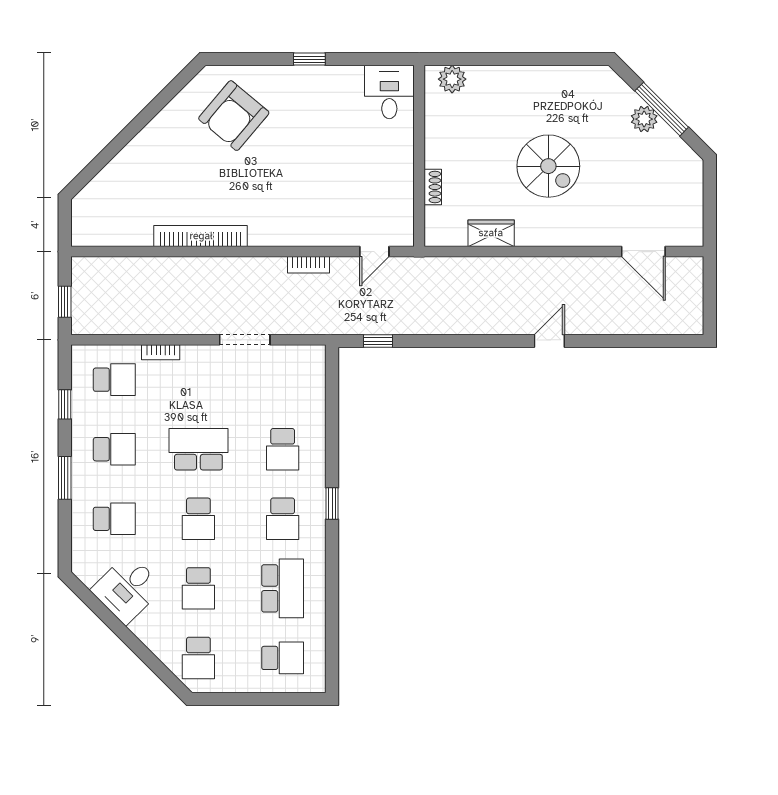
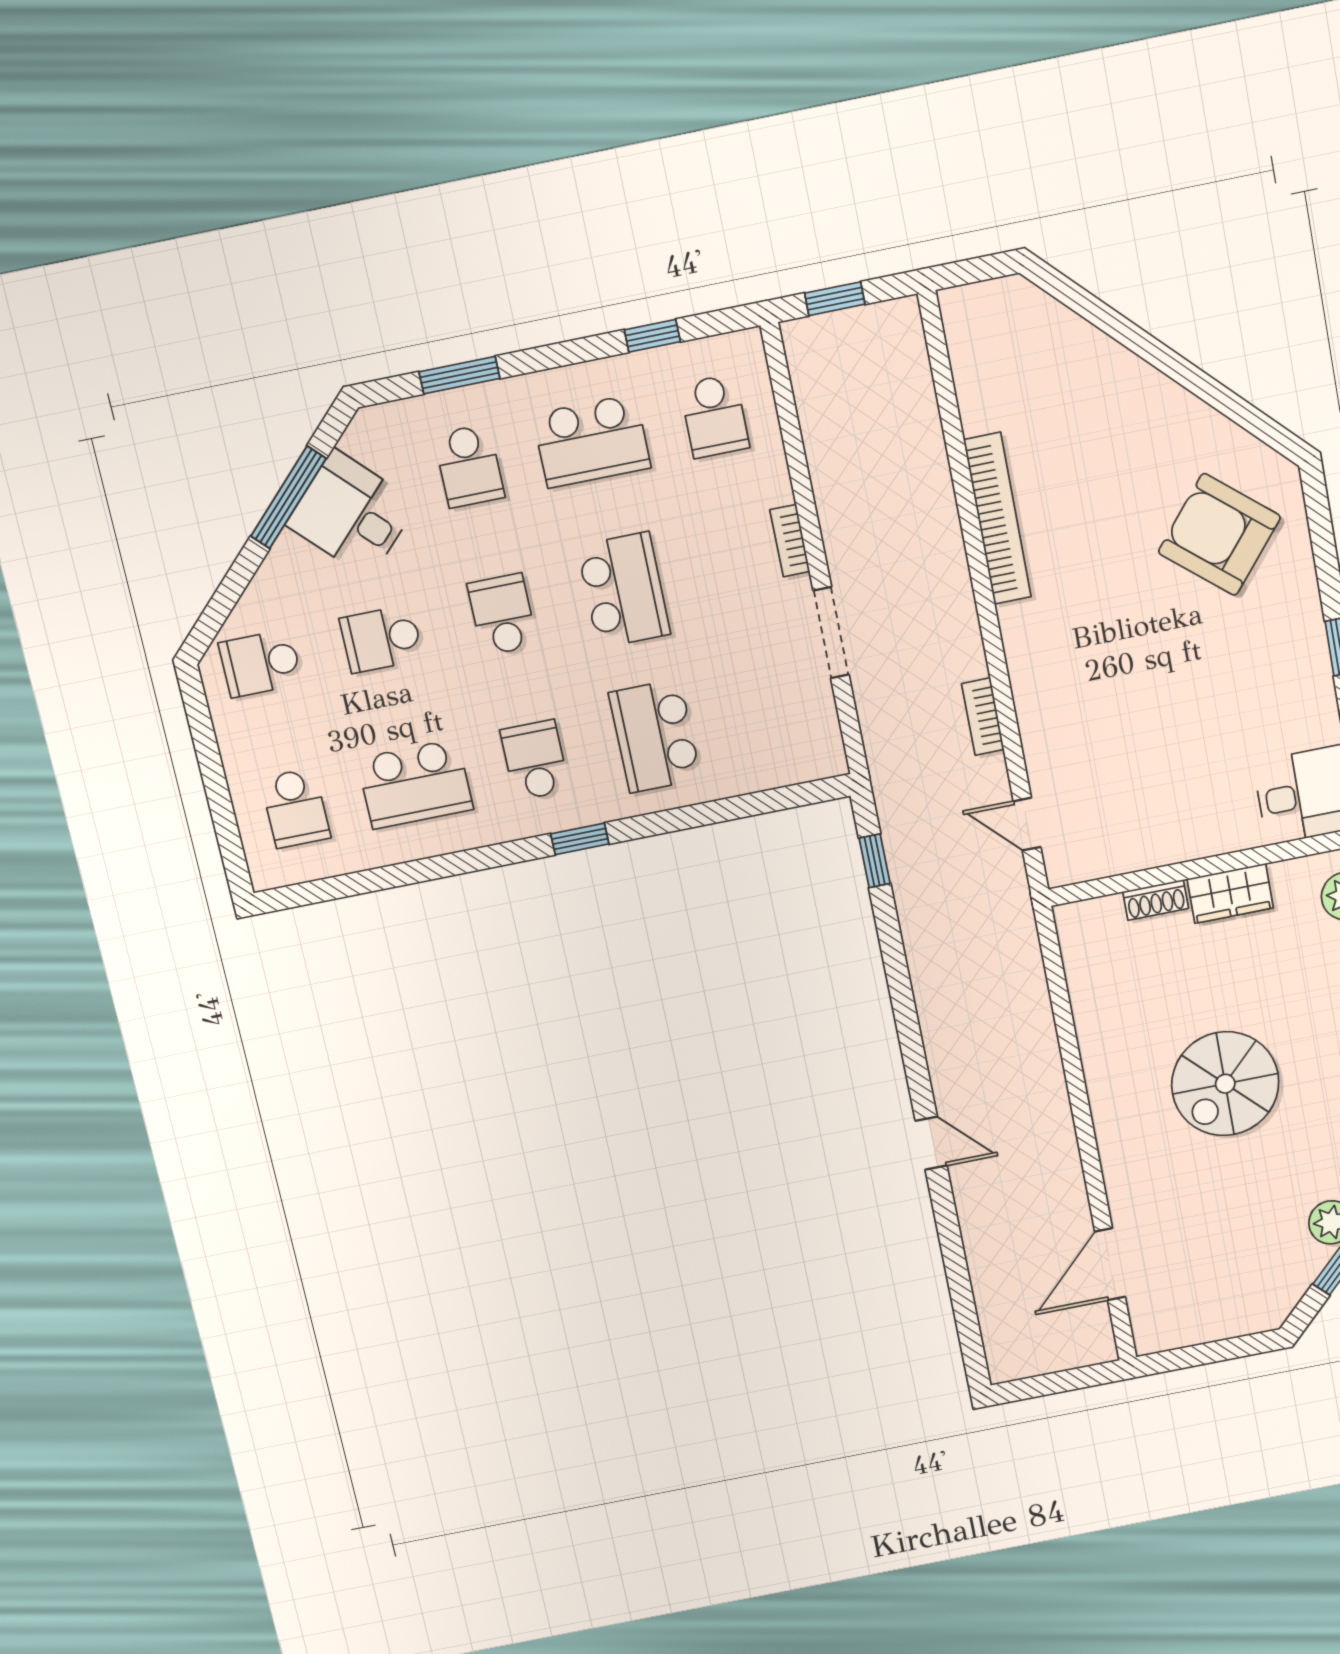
wardrobe: (491, 233) -> (1230, 893), moved, turned 90
bookcase: (161, 352) -> (790, 541), moved
school desk: (114, 449) -> (592, 441), width x1.85
school desk: (283, 449) -> (655, 736), width x1.85
window: (65, 478) -> (459, 375), moved
school desk: (198, 519) -> (502, 615), turned 90
school desk: (283, 519) -> (535, 760), turned 90
window: (111, 621) -> (288, 497), added

